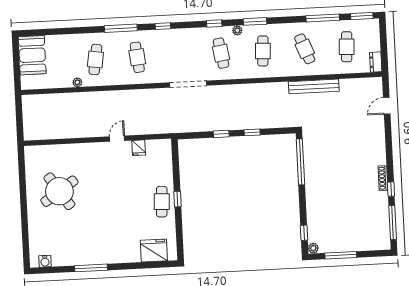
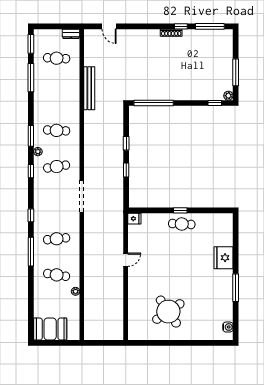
cafe table: (305, 49) -> (57, 94), removed
door: (117, 139) -> (126, 260), swing flipped
fridge: (139, 148) -> (134, 219), moved
fridge: (154, 251) -> (223, 258), moved

